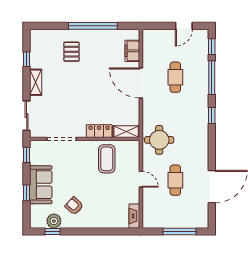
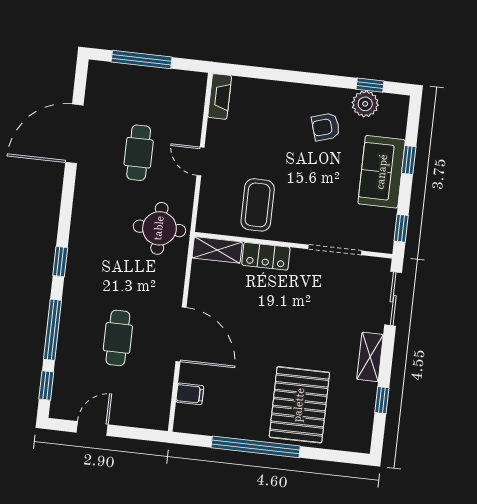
filing cabinet: (132, 51) -> (190, 394), width x0.50
pallet: (71, 52) -> (299, 405), width x2.05, depth x2.00
armchair: (74, 206) -> (326, 127), turned 121

